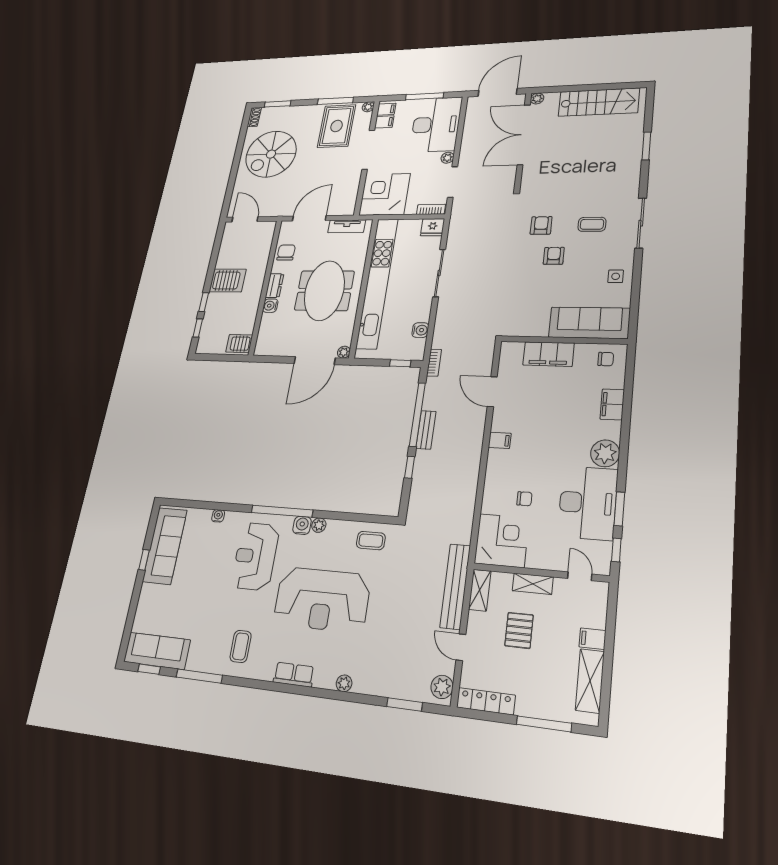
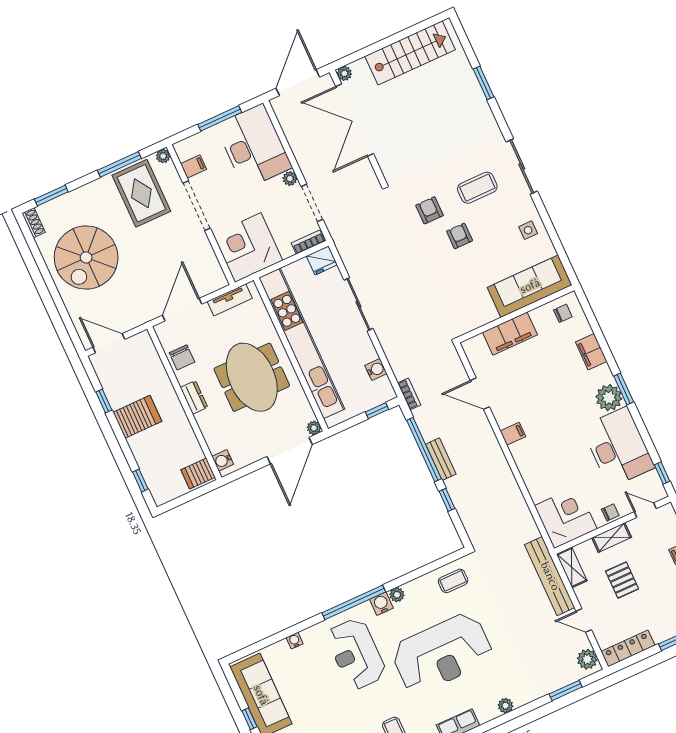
filing cabinet: (386, 109) -> (186, 151), removed
coffee table: (592, 224) -> (477, 188), width x1.36, depth x1.30
chair: (286, 252) -> (182, 357), turned 180
window: (204, 302) -> (104, 401), moved
water cooler: (270, 306) -> (223, 460), moved
chair: (524, 499) -> (610, 512), moved
window: (619, 509) -> (624, 389), moved

